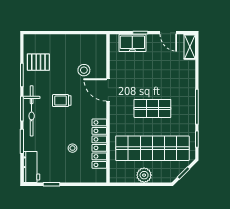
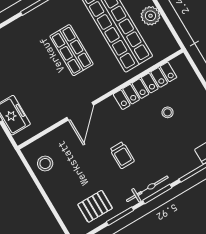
pallet: (38, 62) -> (95, 206), turned 90
stool: (84, 70) -> (45, 163), moved
bicycle: (32, 111) -> (147, 189), width x0.73, depth x0.71

